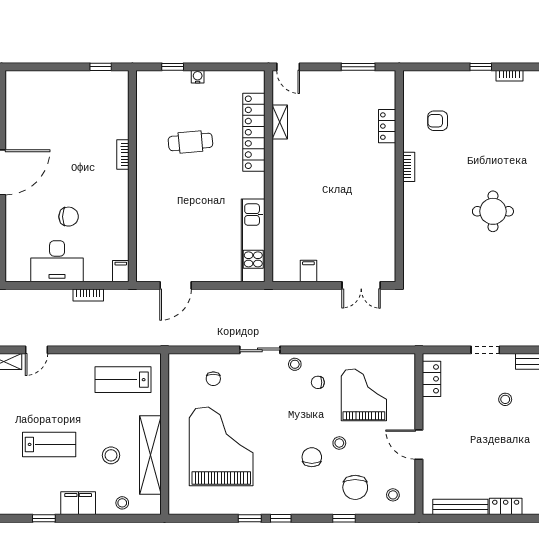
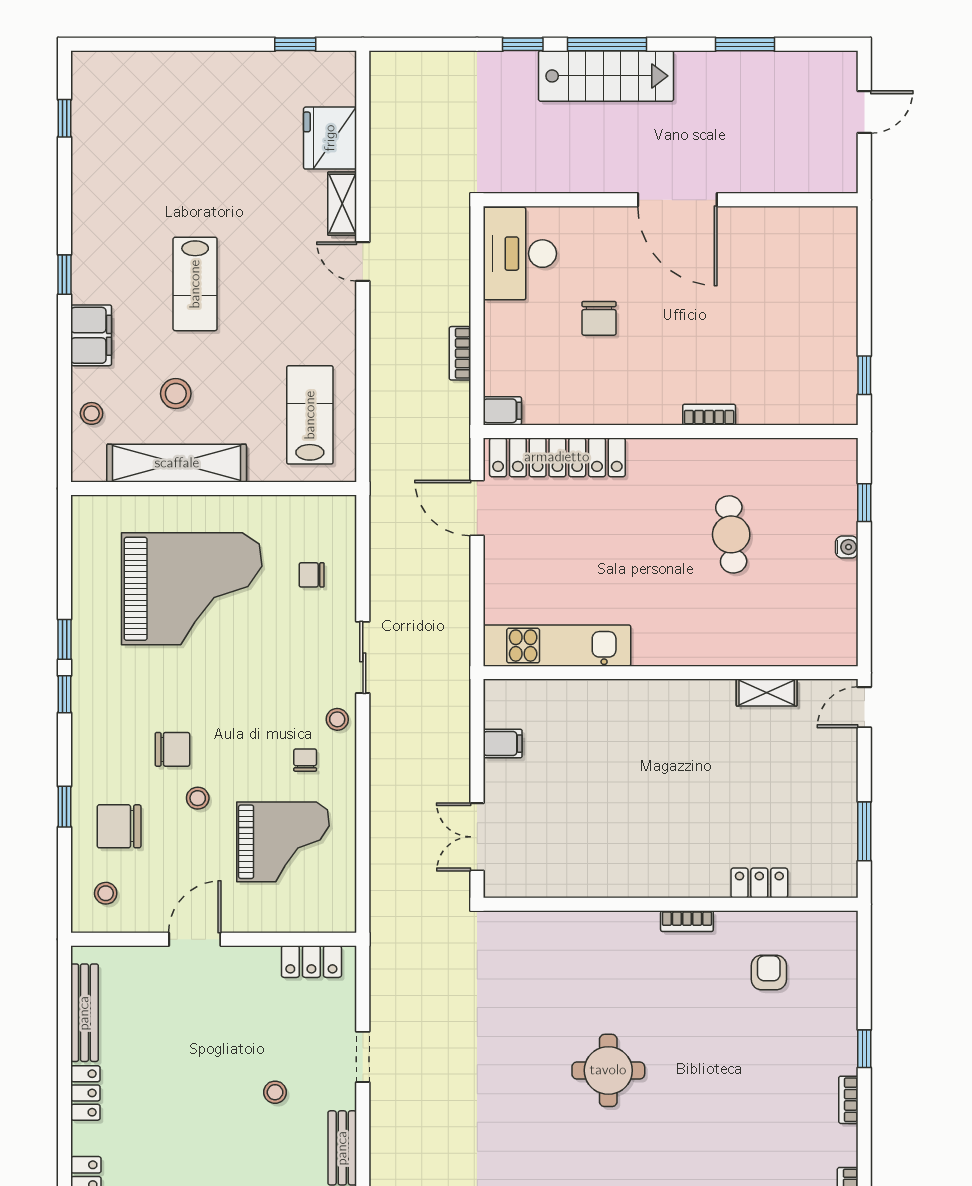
locker: (254, 132) -> (557, 457), moved, turned 180
desk: (57, 261) -> (520, 254), moved

